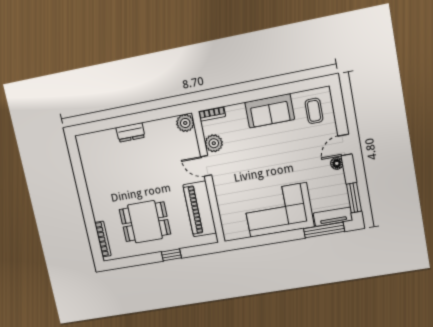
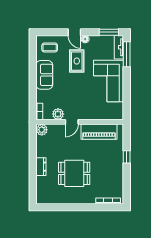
rug: (300, 157) -> (77, 61), added
dining table: (145, 222) -> (74, 173), moved, turned 90

